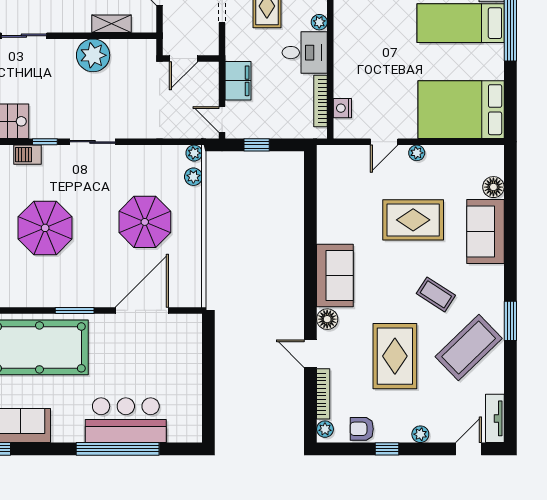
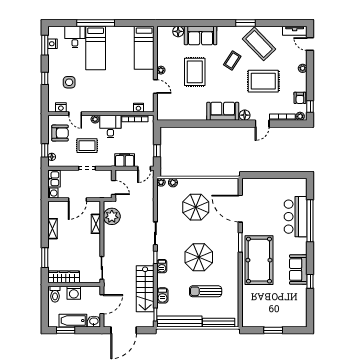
plant: (93, 55) -> (112, 216), moved
bed: (461, 110) -> (144, 48), width x0.67
window: (387, 449) -> (310, 106), moved

